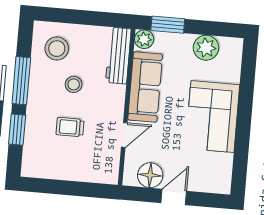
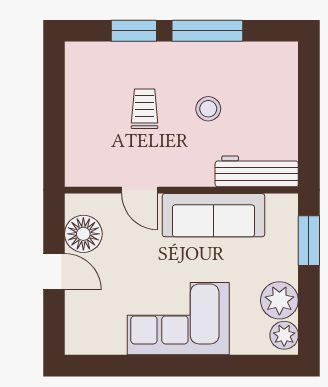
plant: (144, 39) -> (284, 335), moved
stool: (57, 49) -> (259, 79), removed

